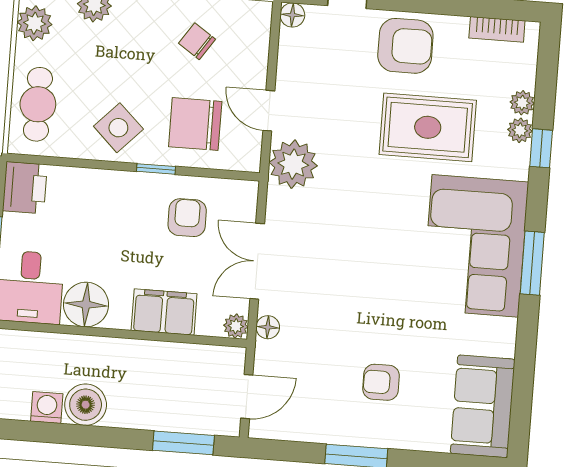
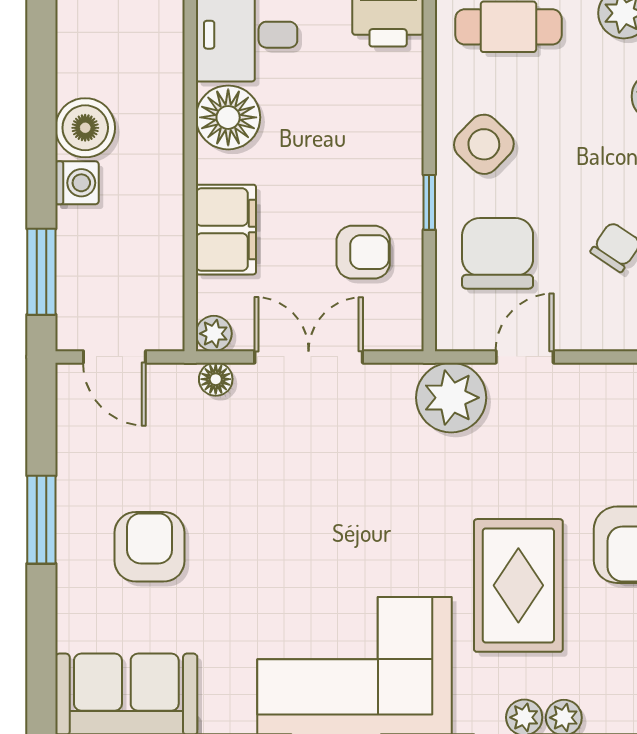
armchair: (381, 382) -> (150, 547), width x1.38, depth x1.38
washing machine: (47, 407) -> (77, 183), moved

